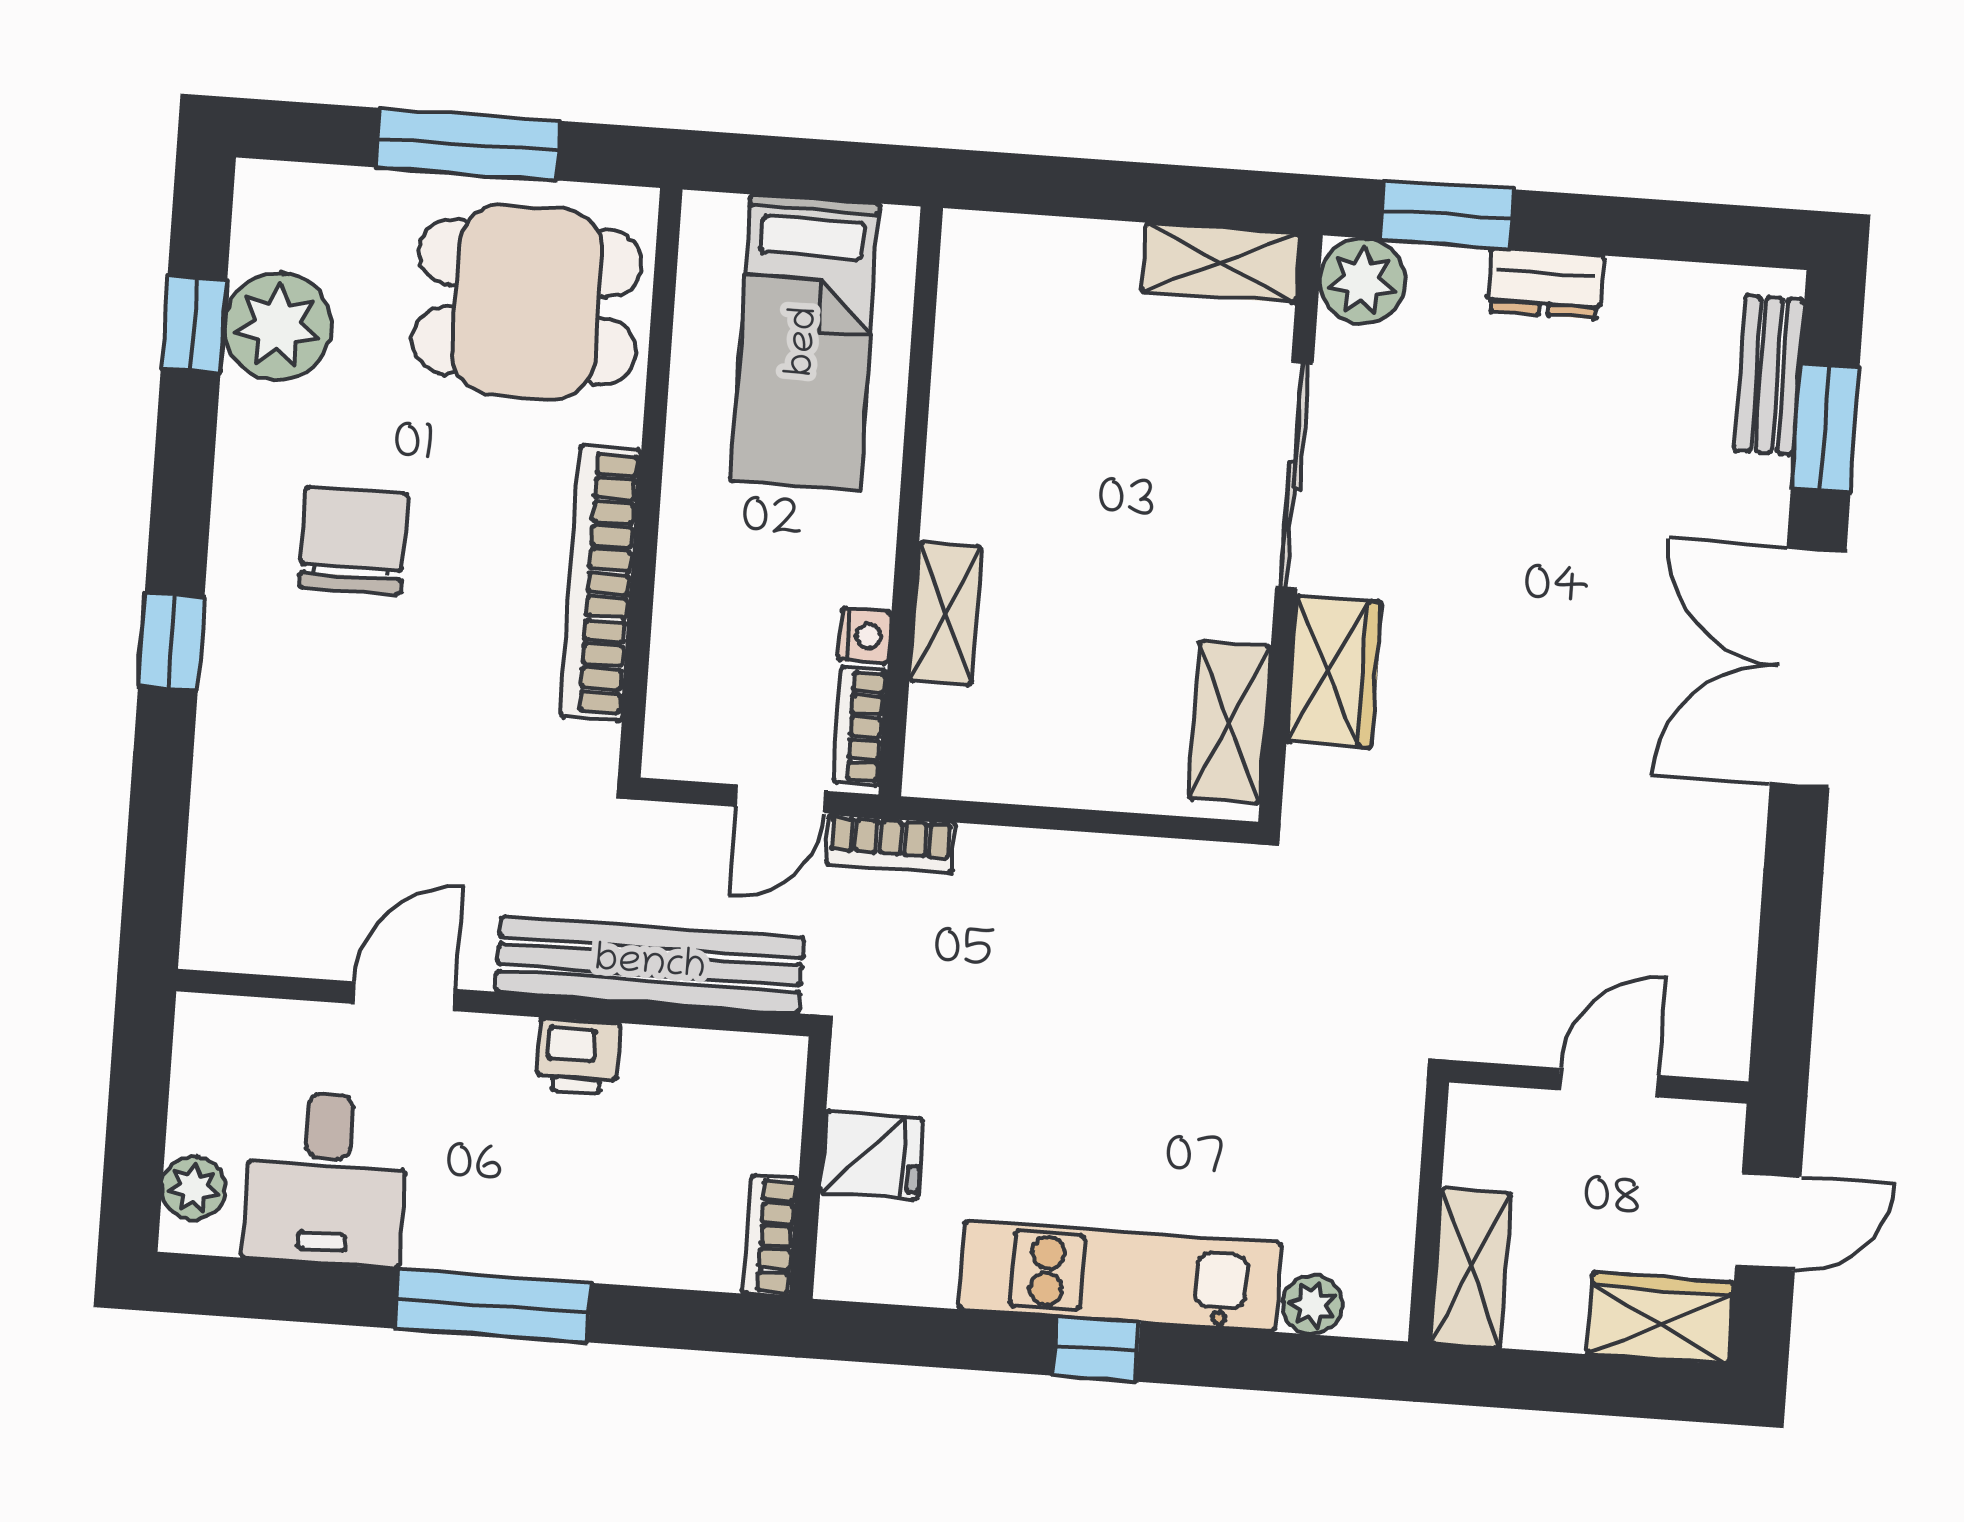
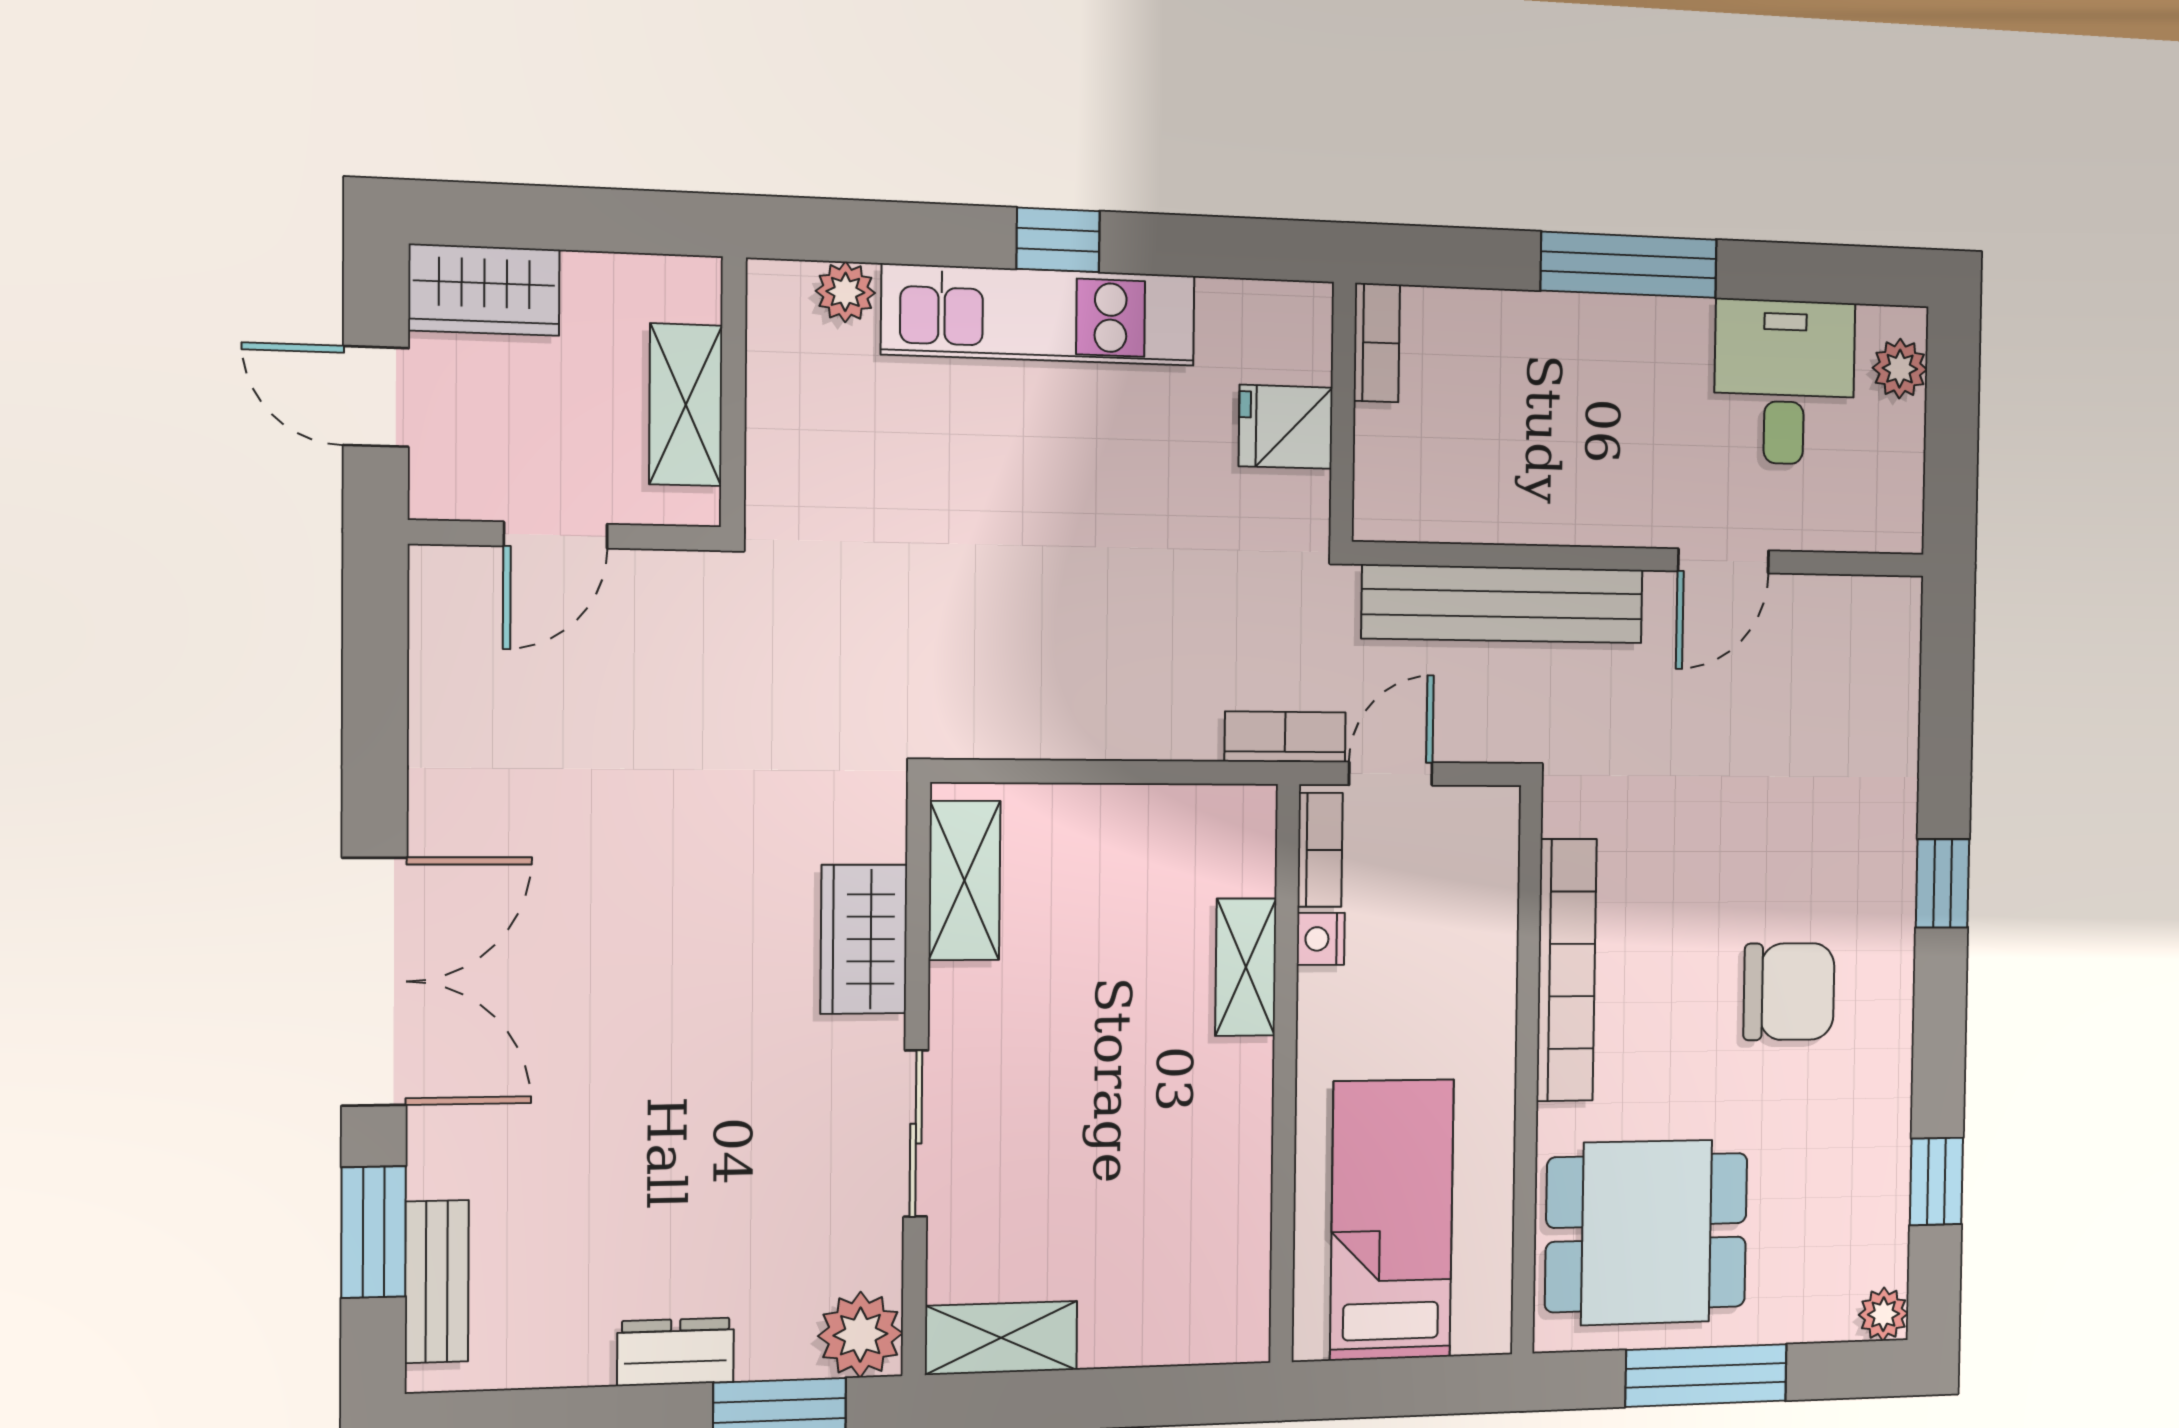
plant: (278, 326) -> (1884, 1314), moved, width x0.53, depth x0.53
sliding door: (1294, 475) -> (916, 1134), width x0.73
chair: (353, 541) -> (1789, 992), turned -90
printer: (578, 1056) -> (1564, 511), removed
door: (1768, 1221) -> (376, 397), hinge flipped
shelving: (1471, 1268) -> (686, 405), moved

